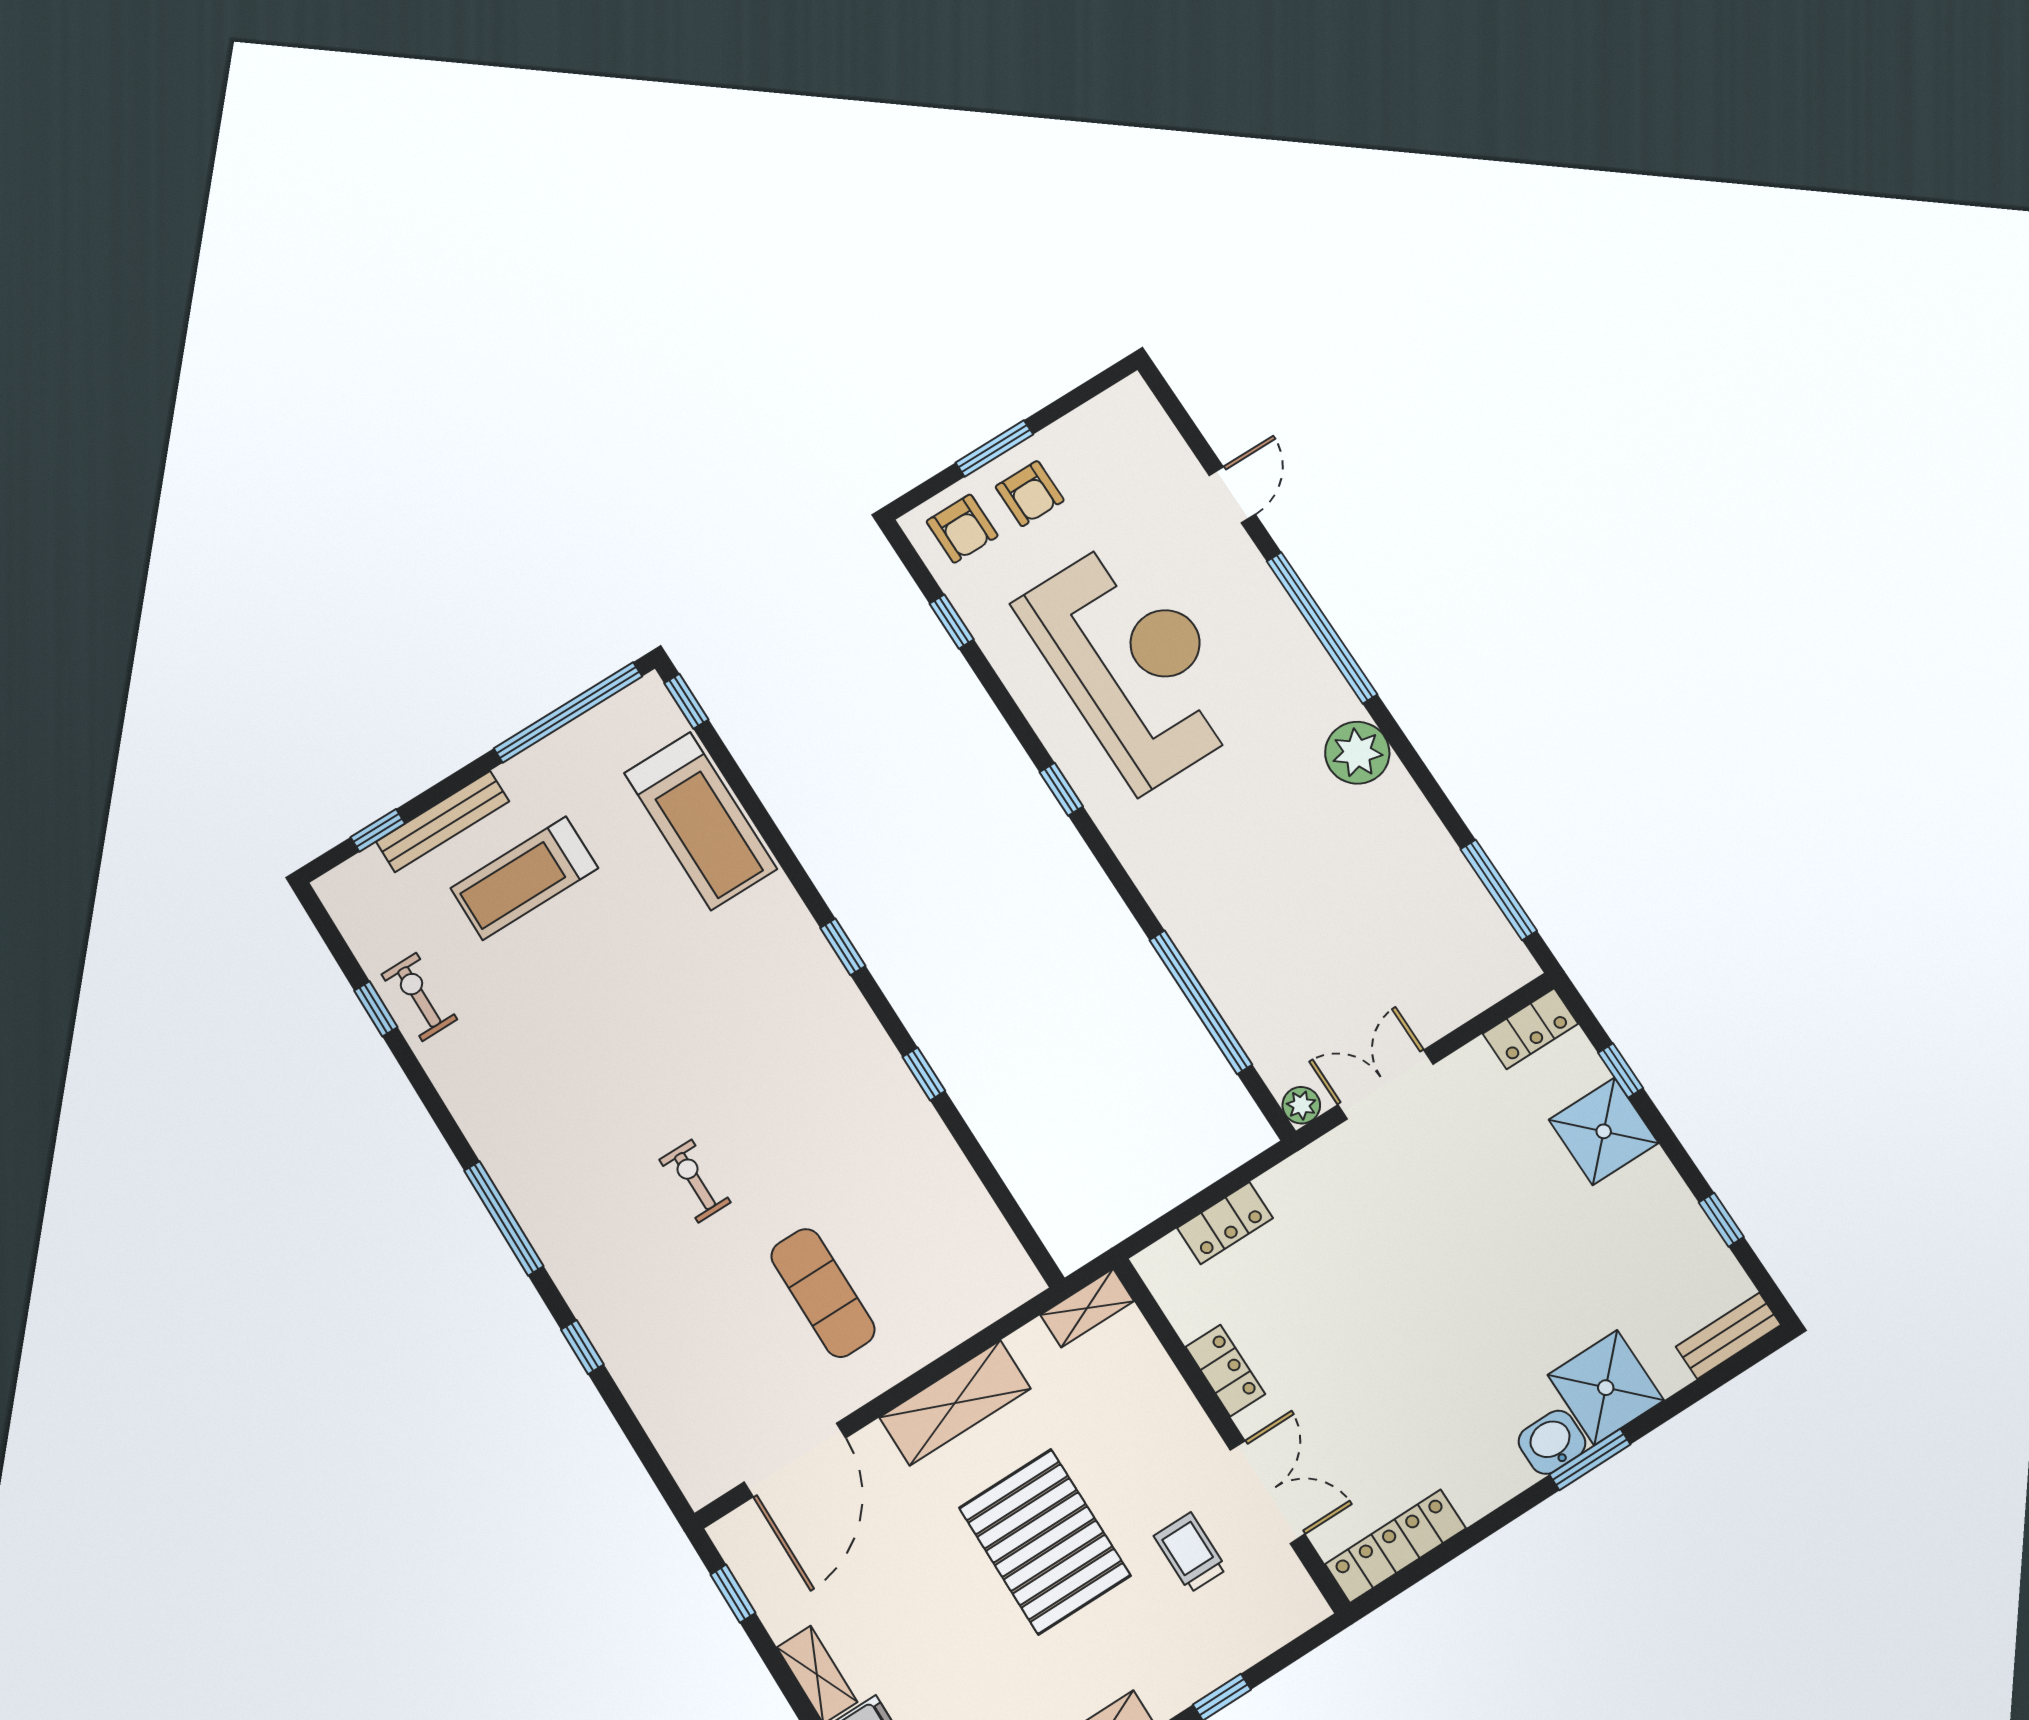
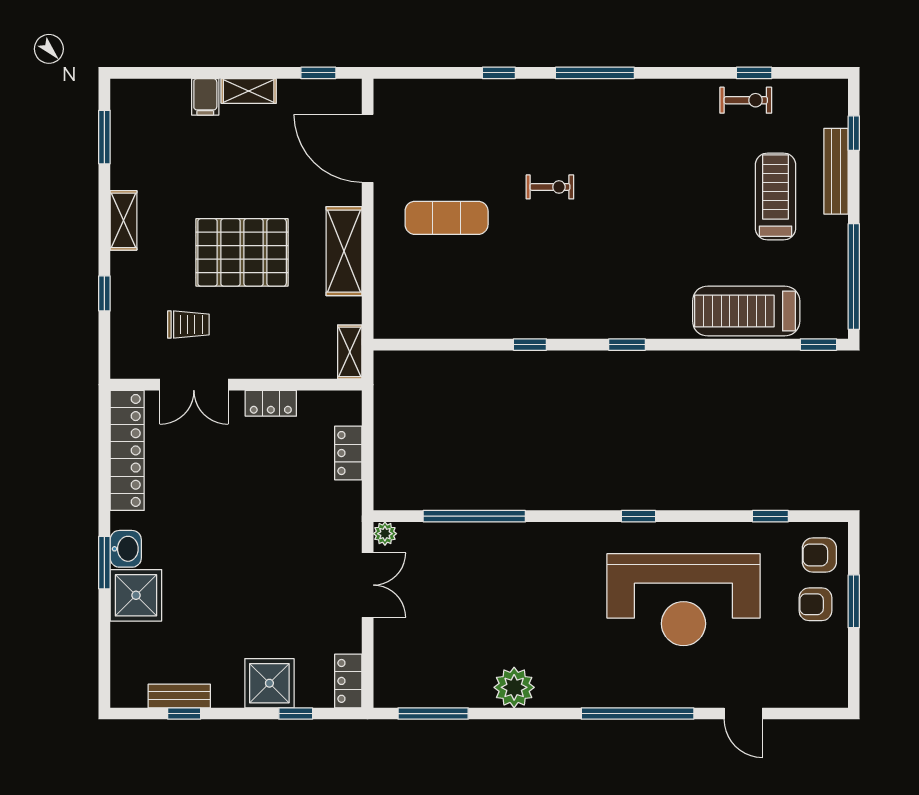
plant: (1357, 753) -> (514, 687), moved
bench: (1728, 1336) -> (179, 696), moved, turned 90
locker: (1395, 1546) -> (127, 450), width x1.41, depth x1.21

